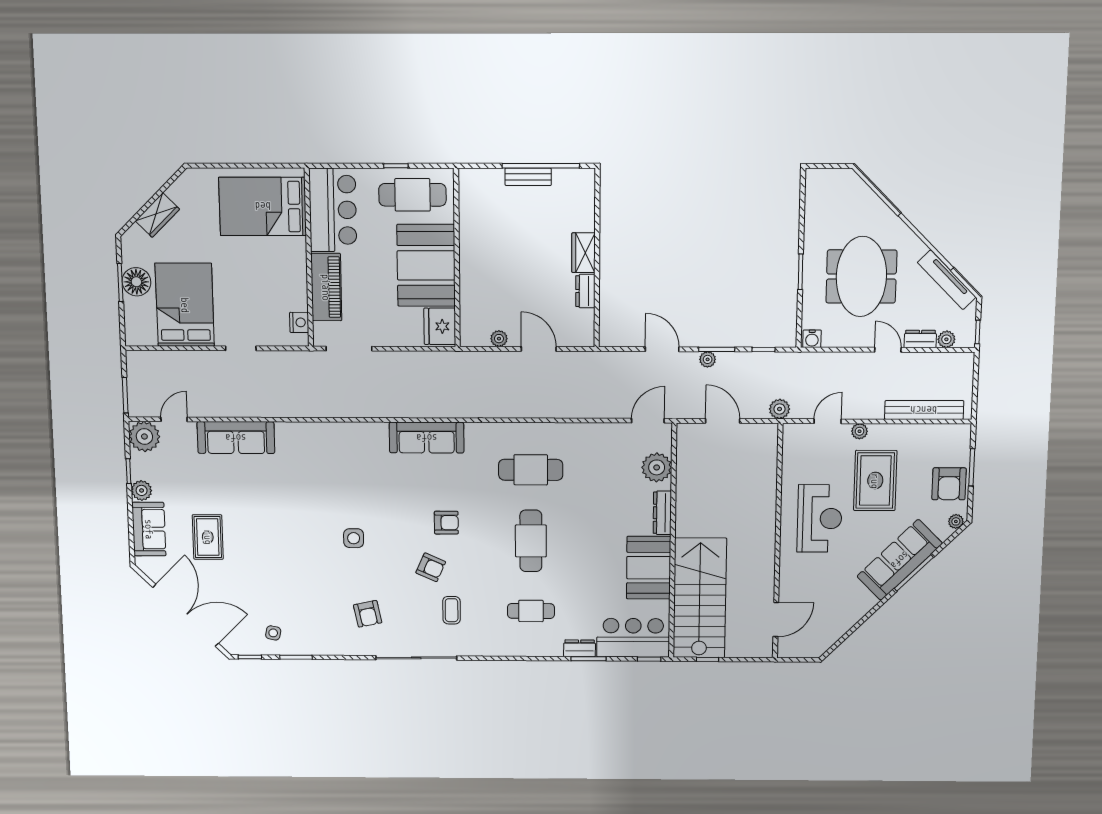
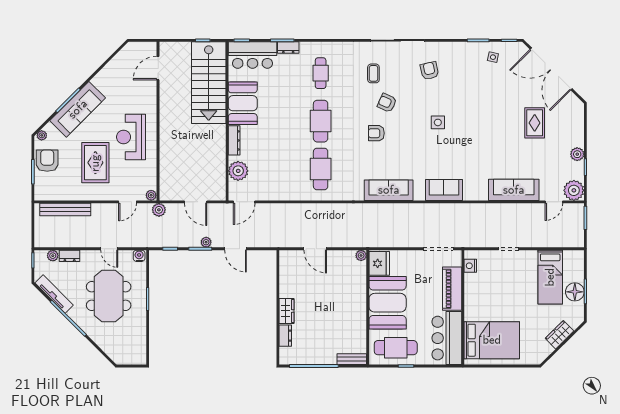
bench: (528, 177) -> (352, 359), moved
dresser: (585, 291) -> (285, 336), moved
bed: (185, 305) -> (550, 277), width x0.67
plant: (499, 339) -> (361, 255), moved
door: (888, 350) -> (109, 249), moved
plant: (860, 431) -> (151, 195), moved
cafe table: (531, 470) -> (321, 169), turned 90
sofa: (149, 529) -> (444, 190), moved, turned 90
cafe table: (531, 611) -> (321, 73), turned 90

